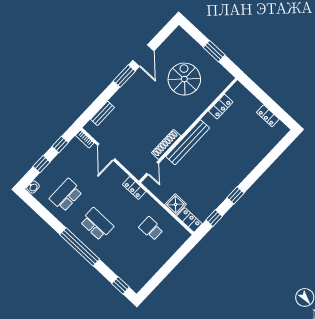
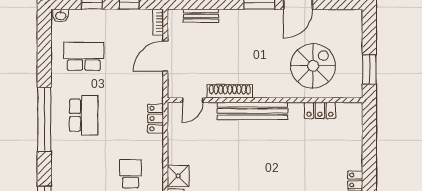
locker: (221, 107) -> (320, 110), moved
wall: (188, 130) -> (265, 100), moved
bench: (188, 142) -> (253, 111), moved
shoe rack: (166, 144) -> (230, 91), moved
door: (153, 168) -> (193, 100), moved

